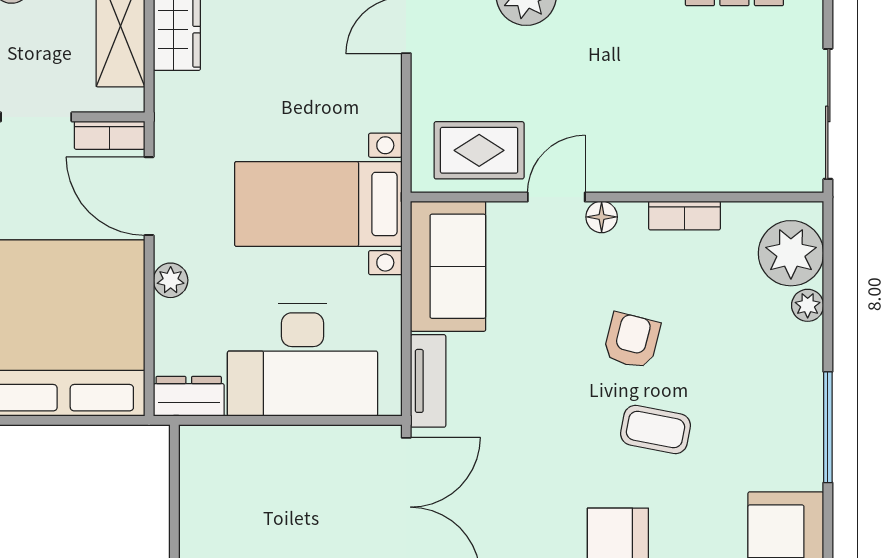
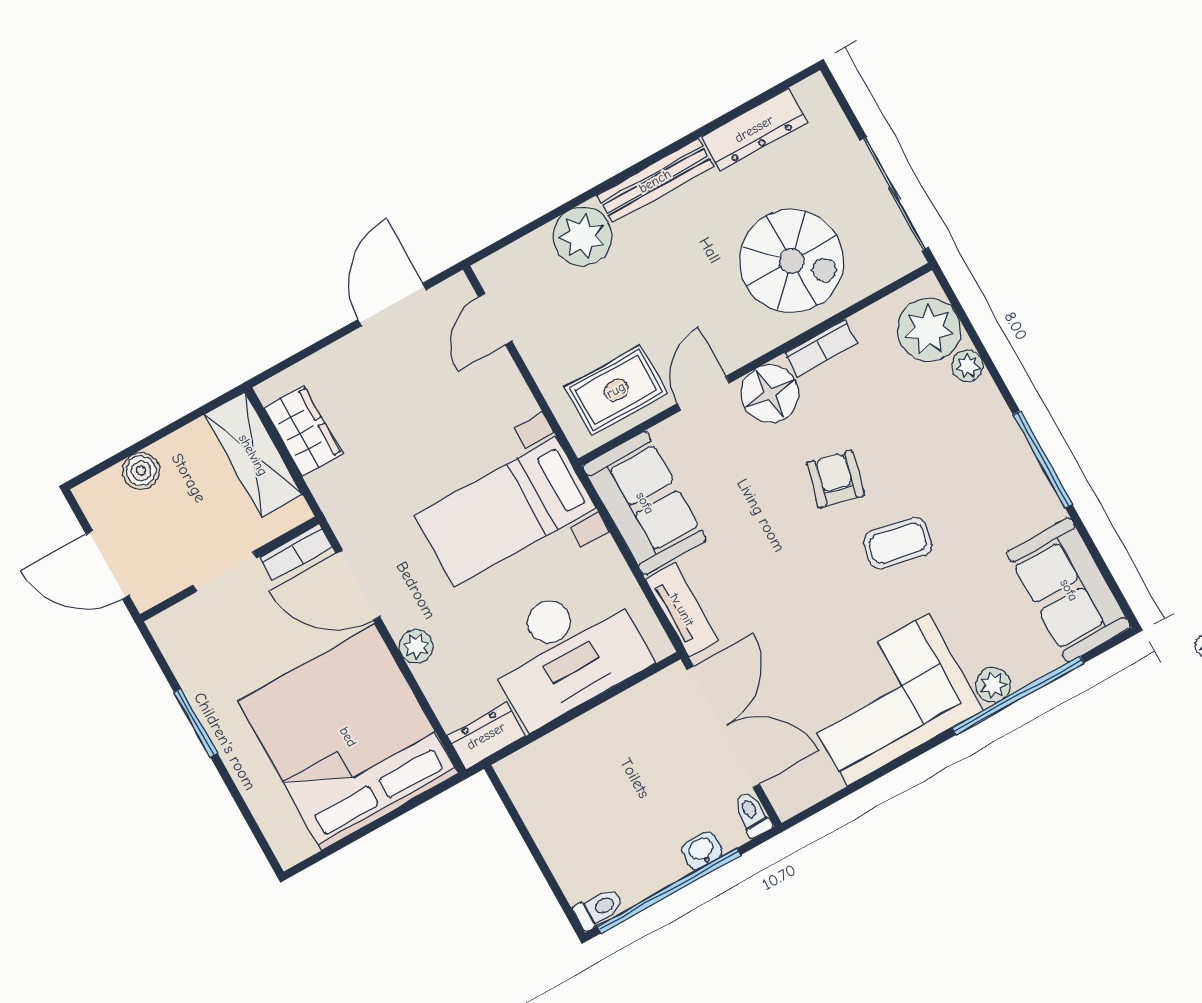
spiral stairs: (702, 122) -> (792, 261), added
floor lamp: (602, 217) -> (770, 394), width x1.89, depth x1.89

